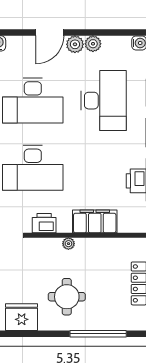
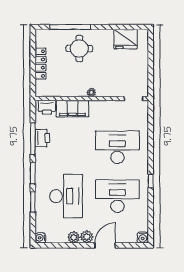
desk: (103, 101) -> (66, 196), turned 180
printer: (44, 223) -> (47, 107), moved
round table: (67, 297) -> (79, 48), moved

